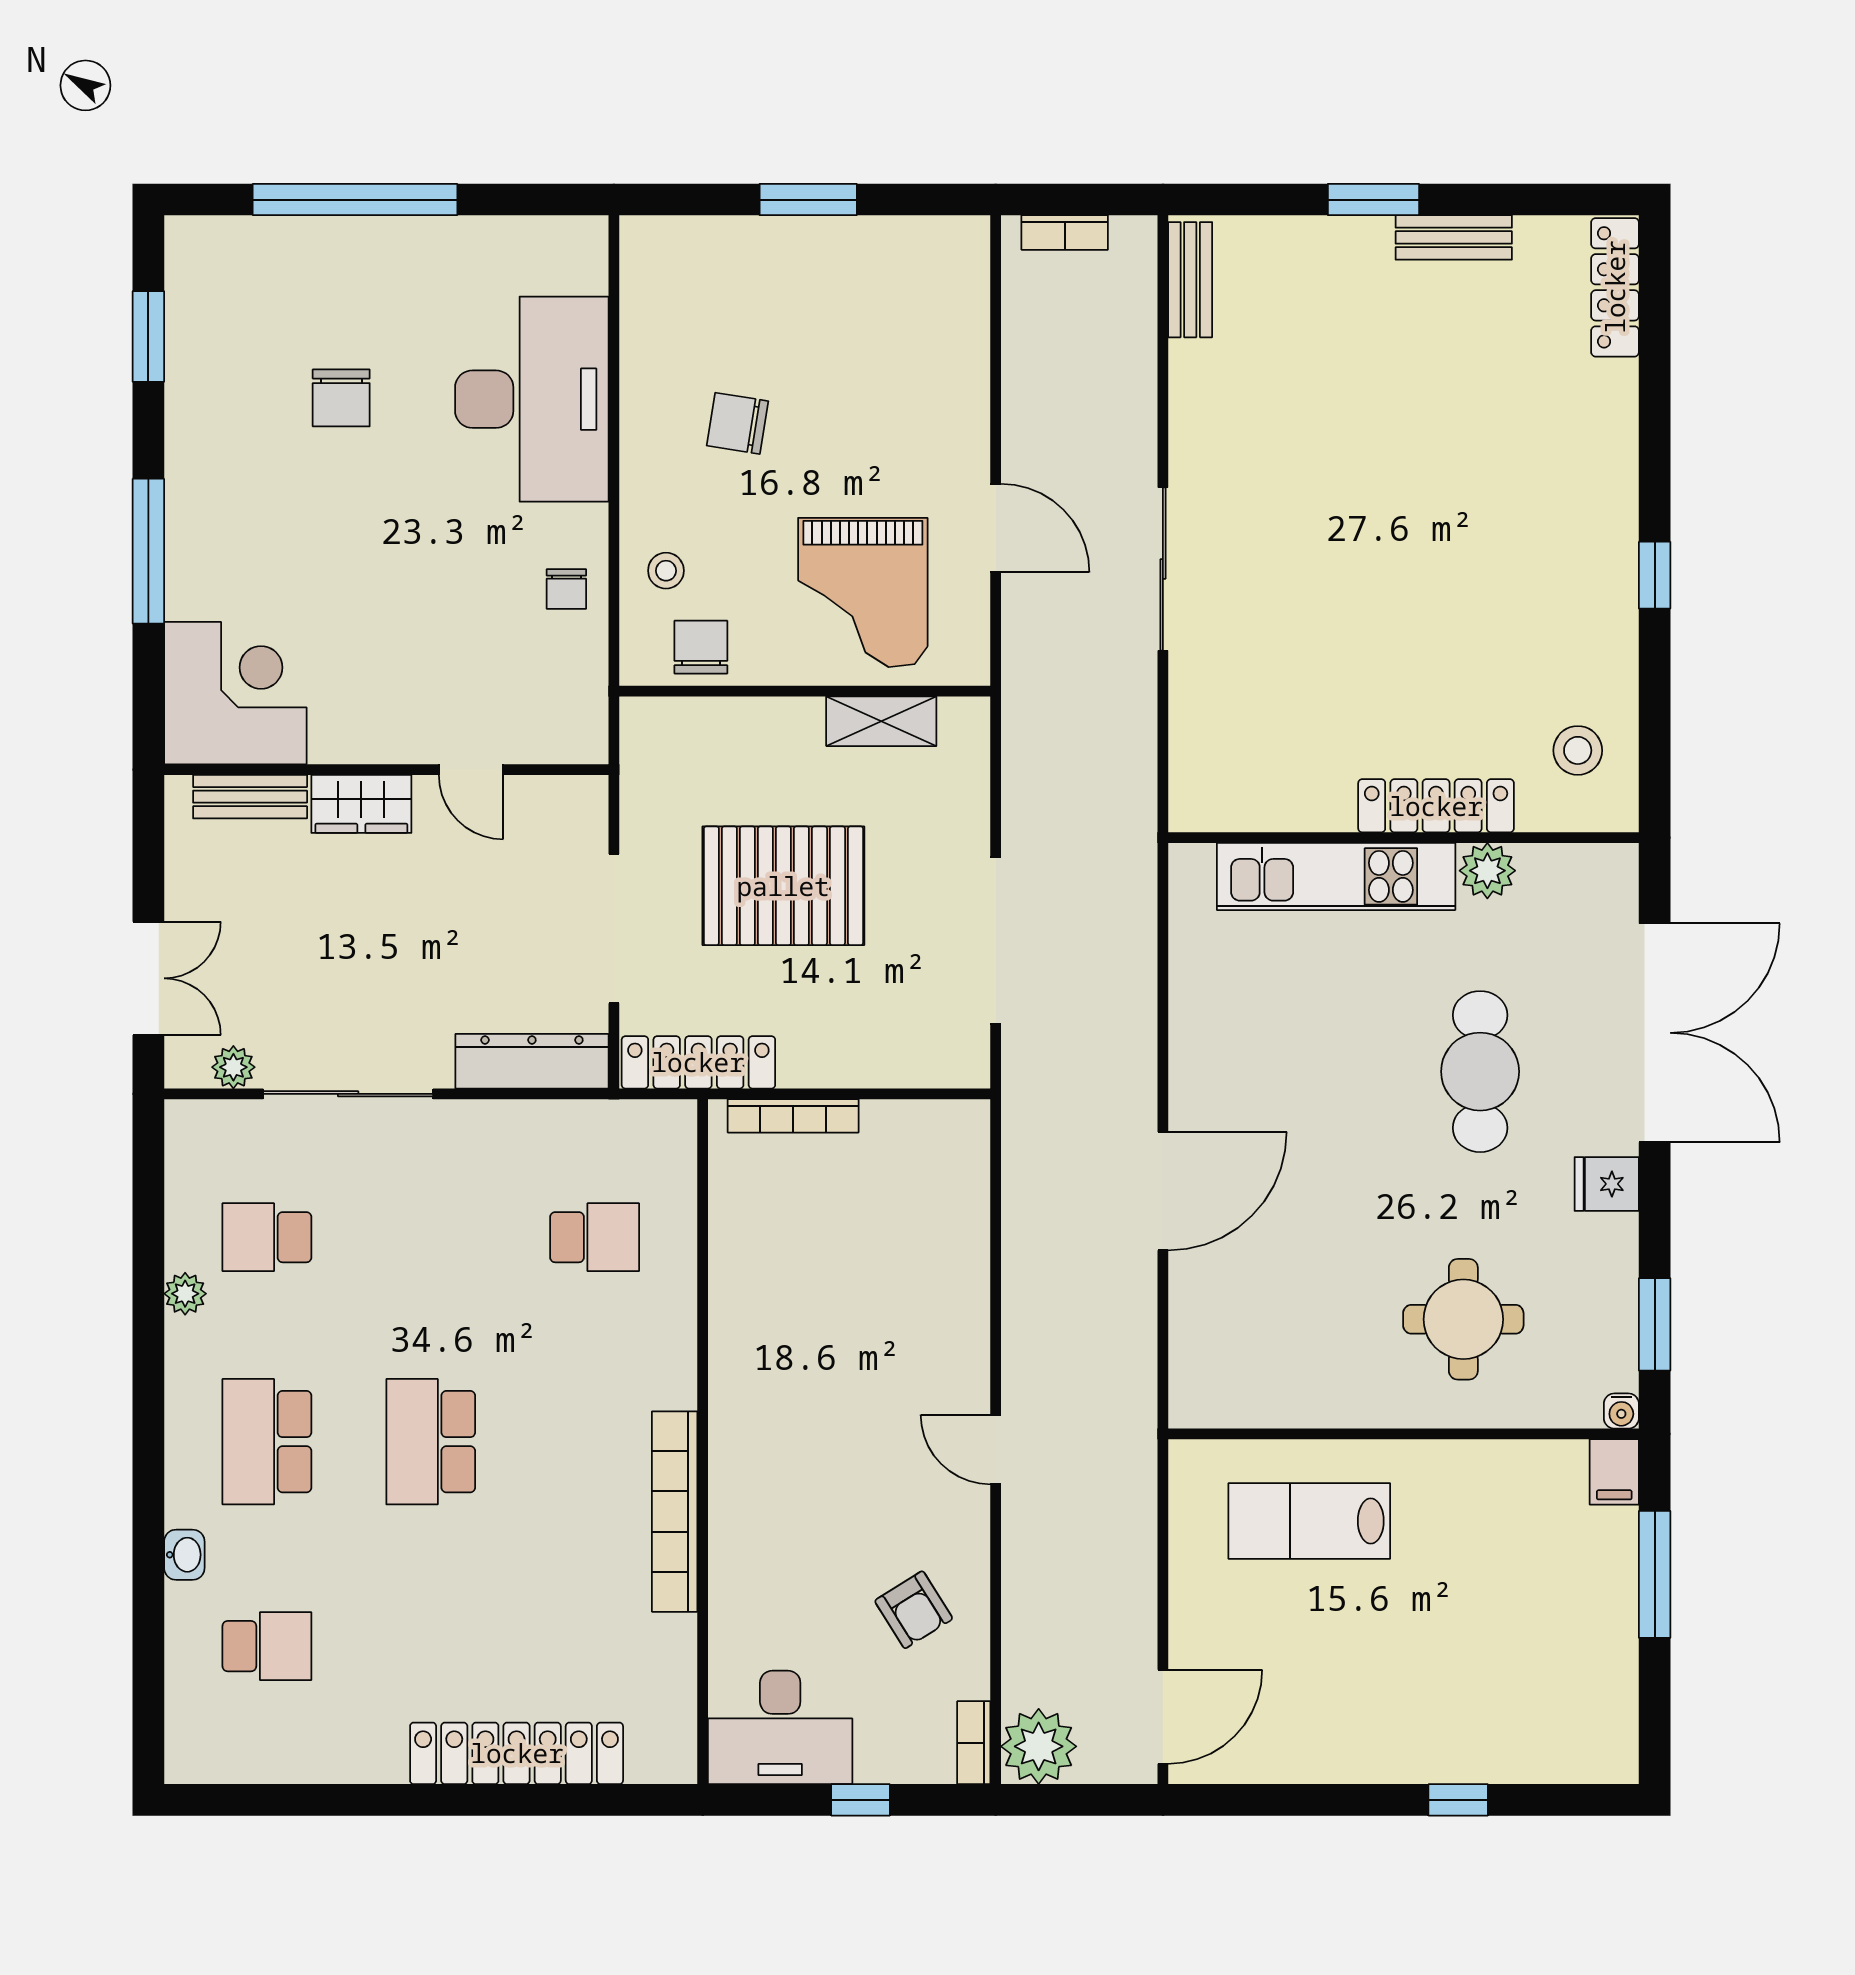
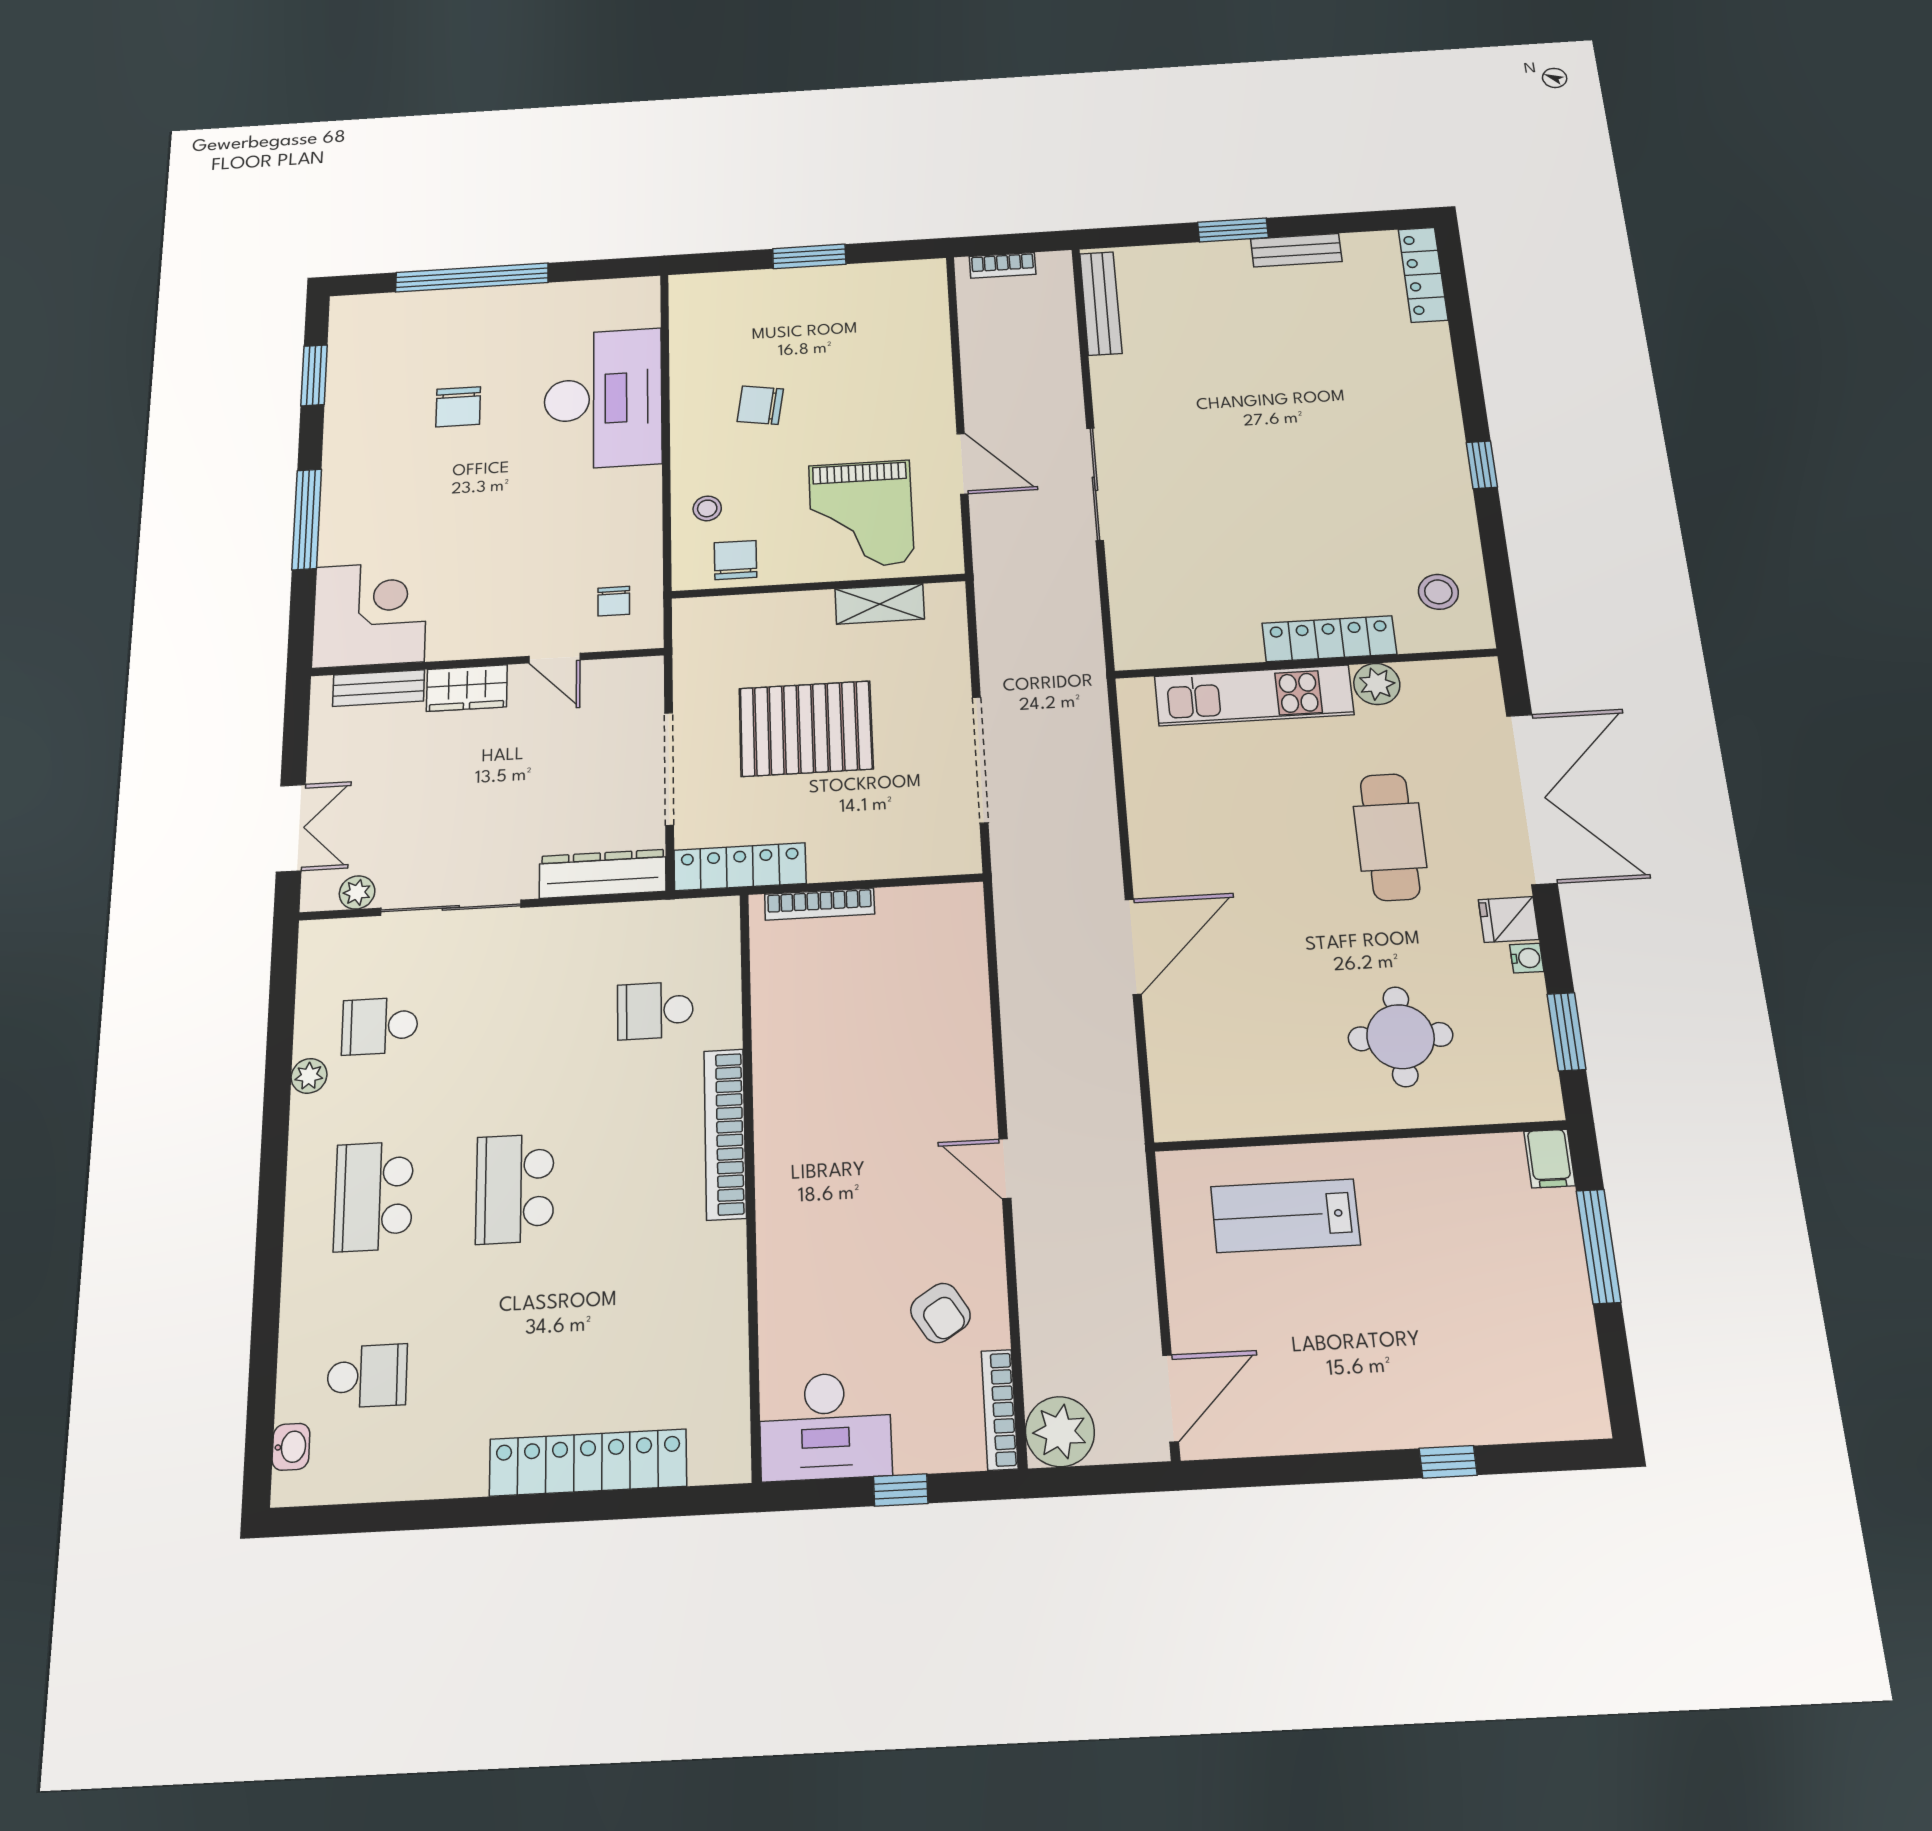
bench: (1190, 280) -> (1101, 303), width x1.36
chair: (566, 589) -> (614, 601), moved
school desk: (595, 1237) -> (655, 1011), turned 180
water cooler: (1621, 1411) -> (1527, 958), moved, turned -90
bookcase: (675, 1512) -> (725, 1134), moved
washbasin: (184, 1555) -> (291, 1447), moved
bookcase: (974, 1743) -> (1000, 1410), width x1.56

